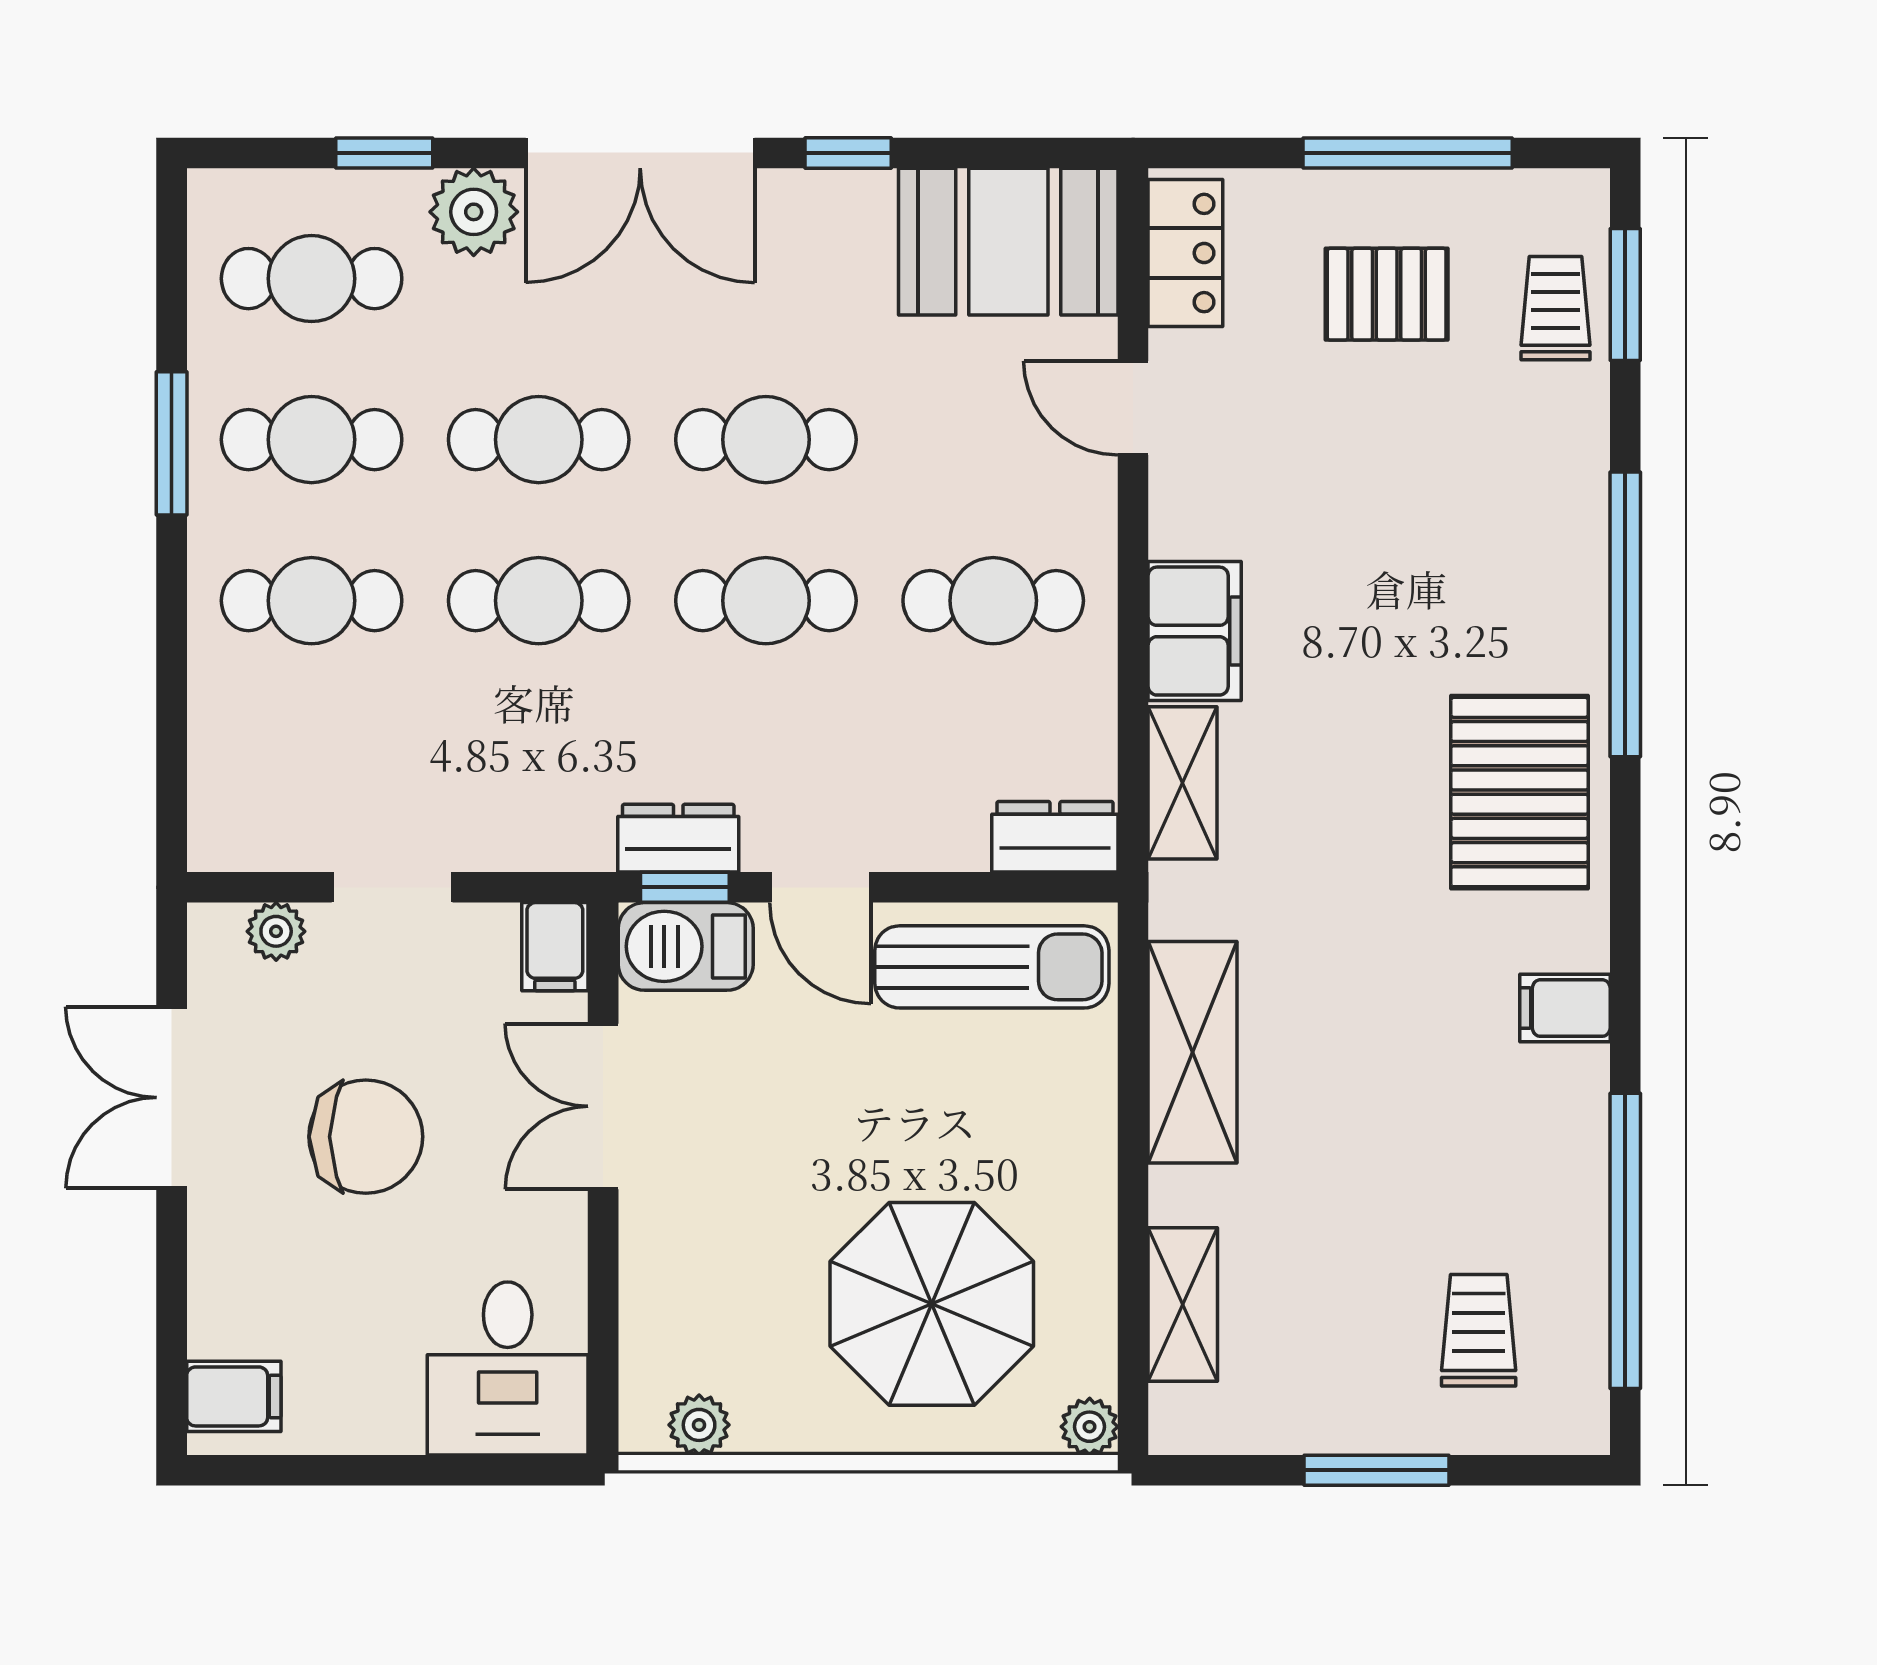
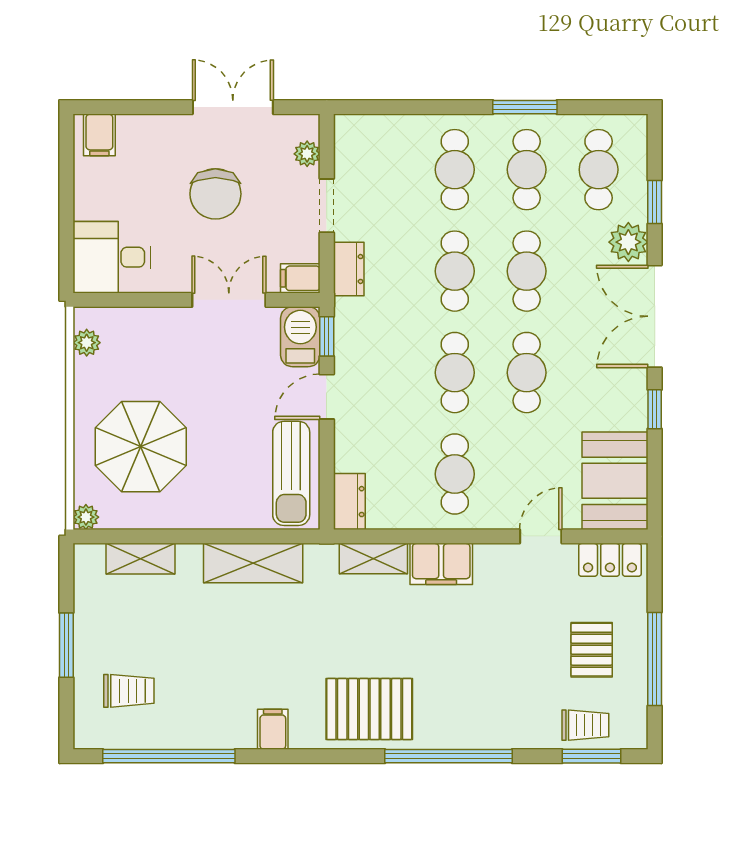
dresser: (678, 838) -> (349, 269), moved

